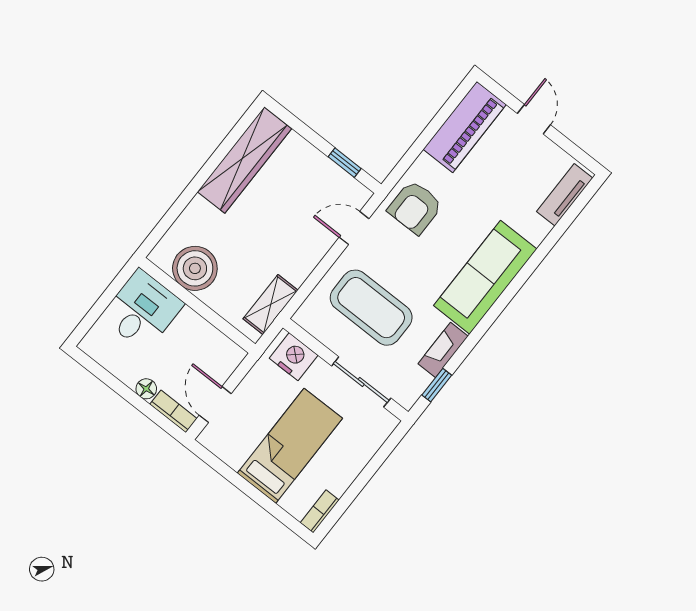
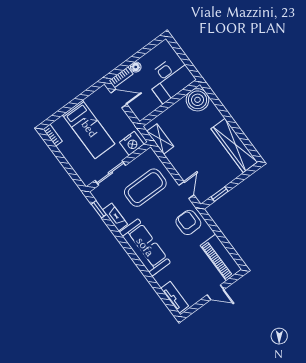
boiler: (195, 268) -> (198, 100), moved
desk: (142, 310) -> (170, 79), width x1.37

